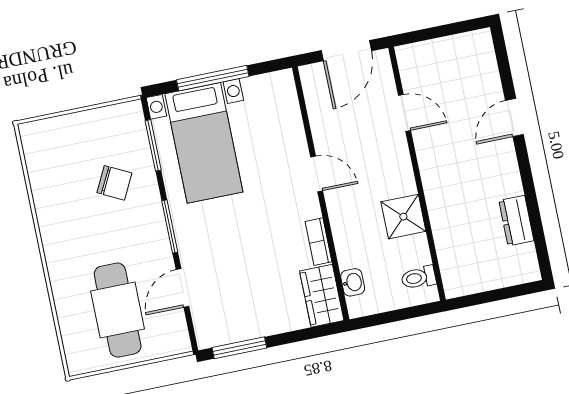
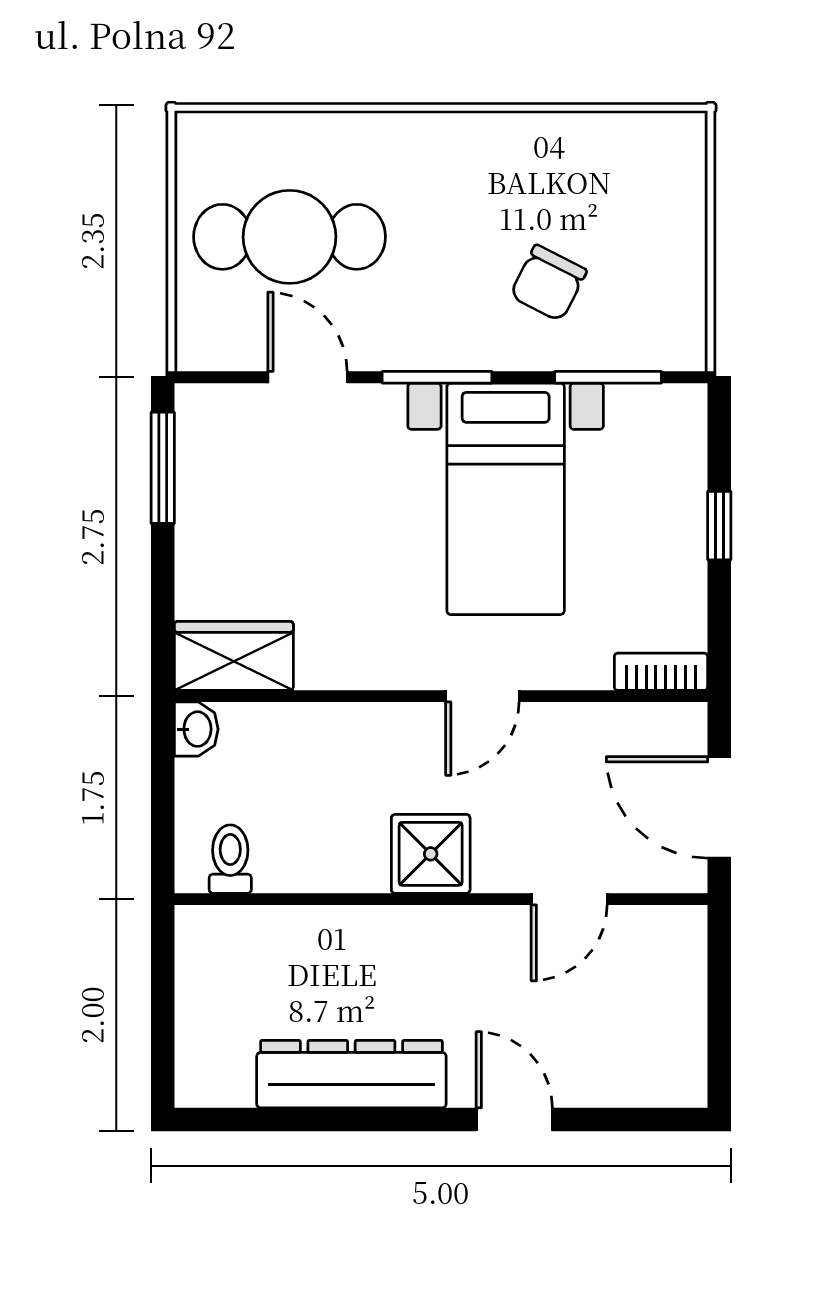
window: (213, 78) -> (719, 526), width x0.46
bed with nightstands: (204, 143) -> (506, 499), moved, turned -90
shower: (403, 217) -> (431, 854), moved
dresser: (516, 221) -> (351, 1074), width x1.96, depth x1.24
bookcase: (318, 242) -> (661, 672), moved
washbasin: (353, 282) -> (196, 729), moved, turned -90

